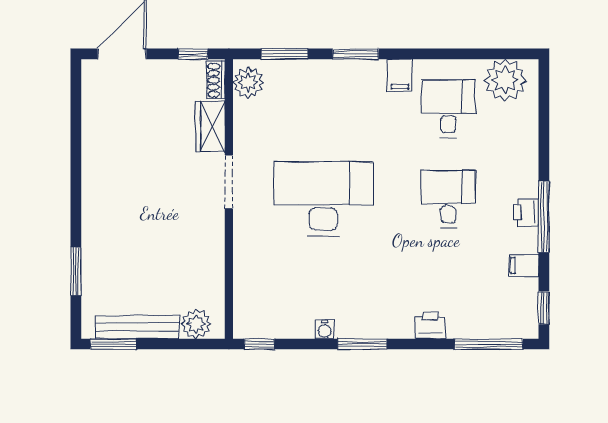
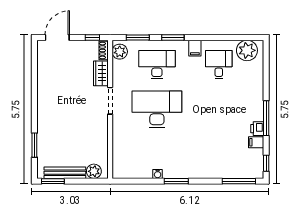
desk: (448, 199) -> (157, 65), moved, width x1.37
printer: (526, 212) -> (257, 129), moved
printer: (430, 325) -> (210, 172), removed
window: (259, 344) -> (125, 181), removed

